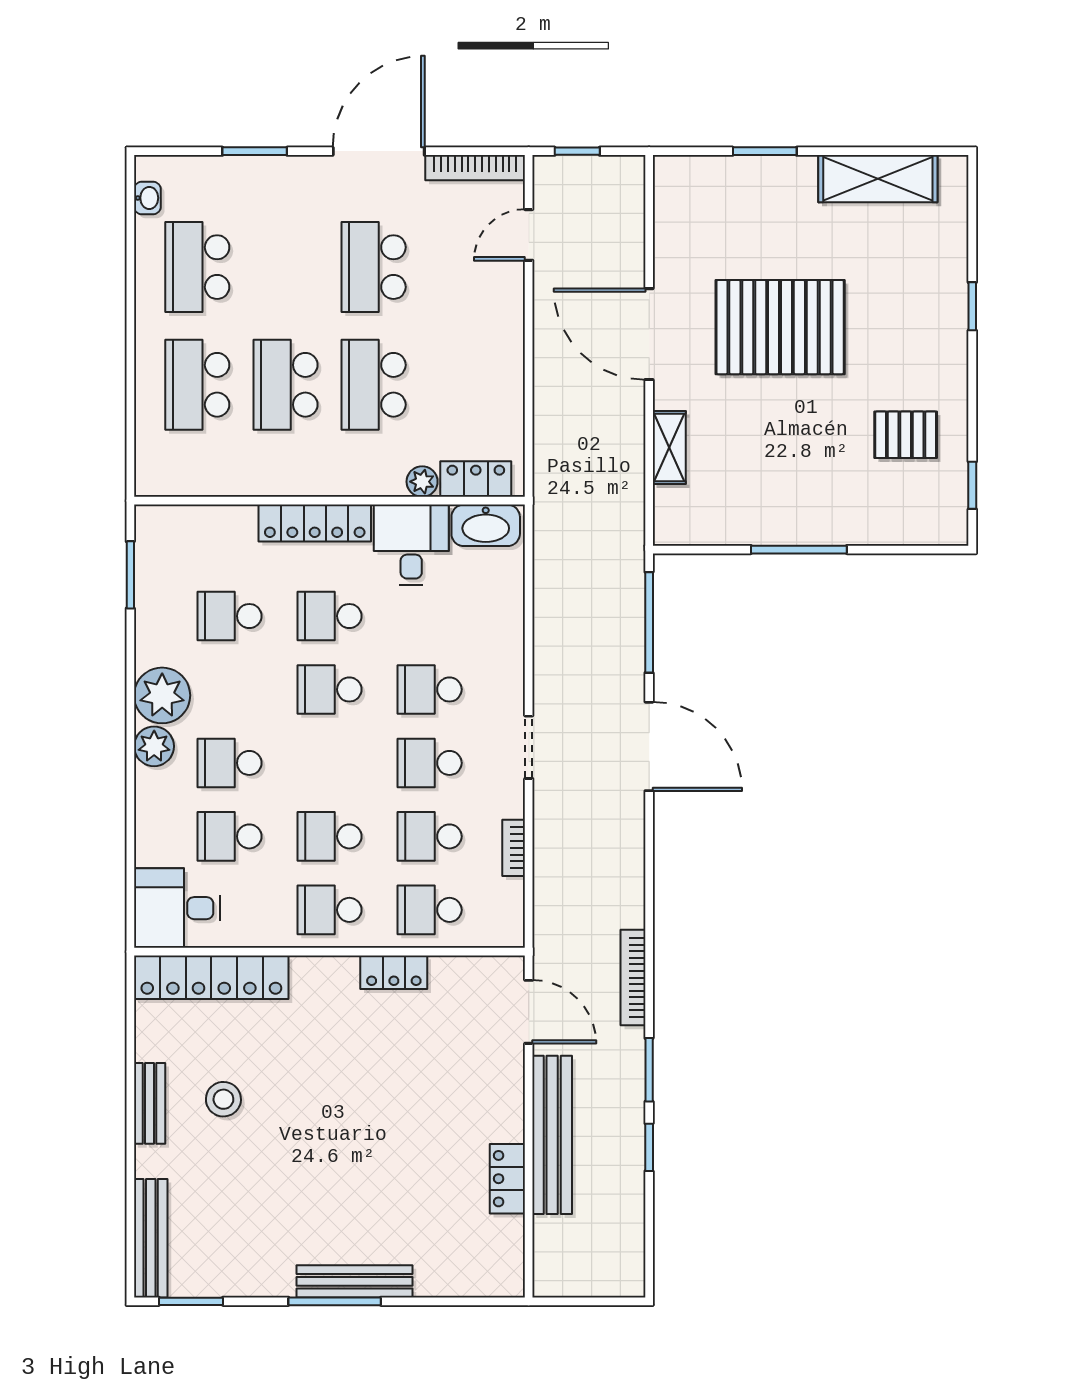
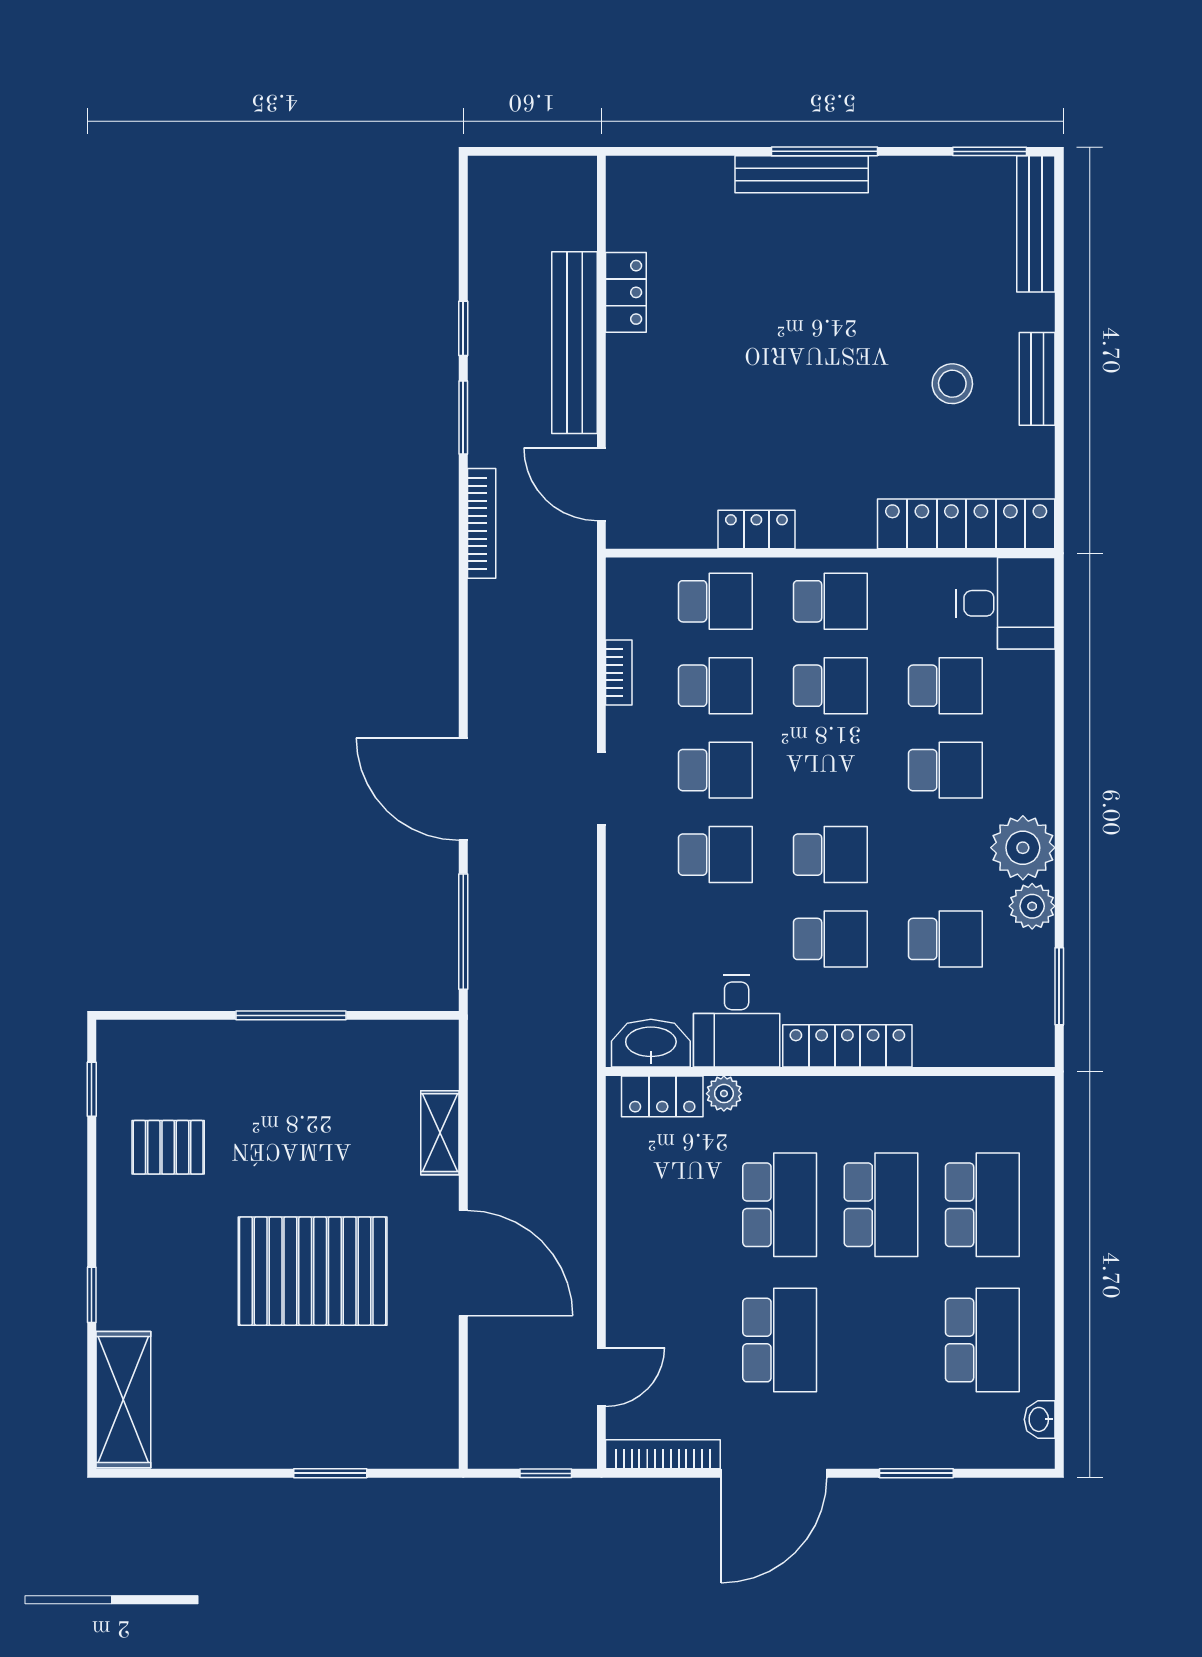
shelving: (878, 179) -> (123, 1400), moved, turned 90
plant: (154, 746) -> (1032, 906), moved

